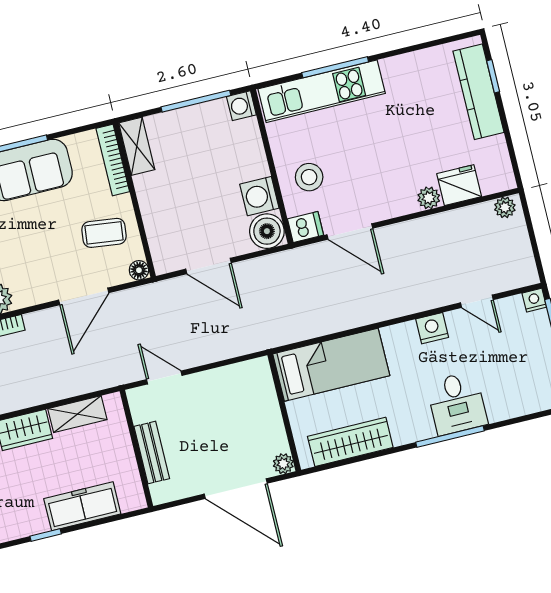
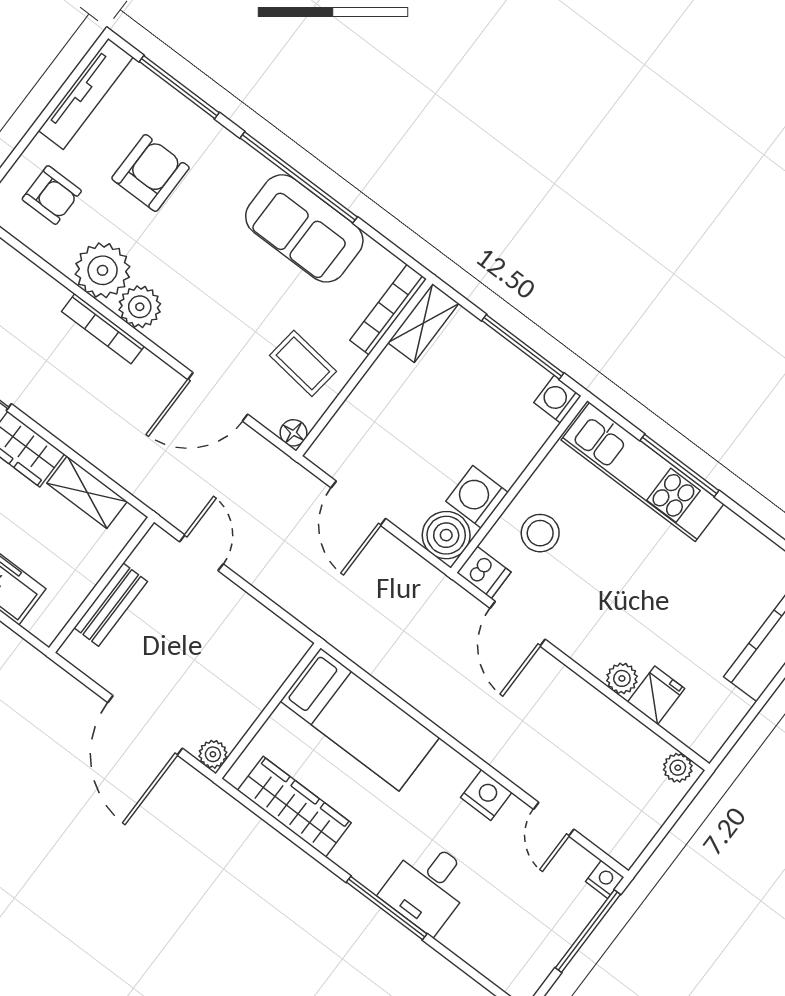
fridge: (459, 185) -> (656, 695), width x0.72

